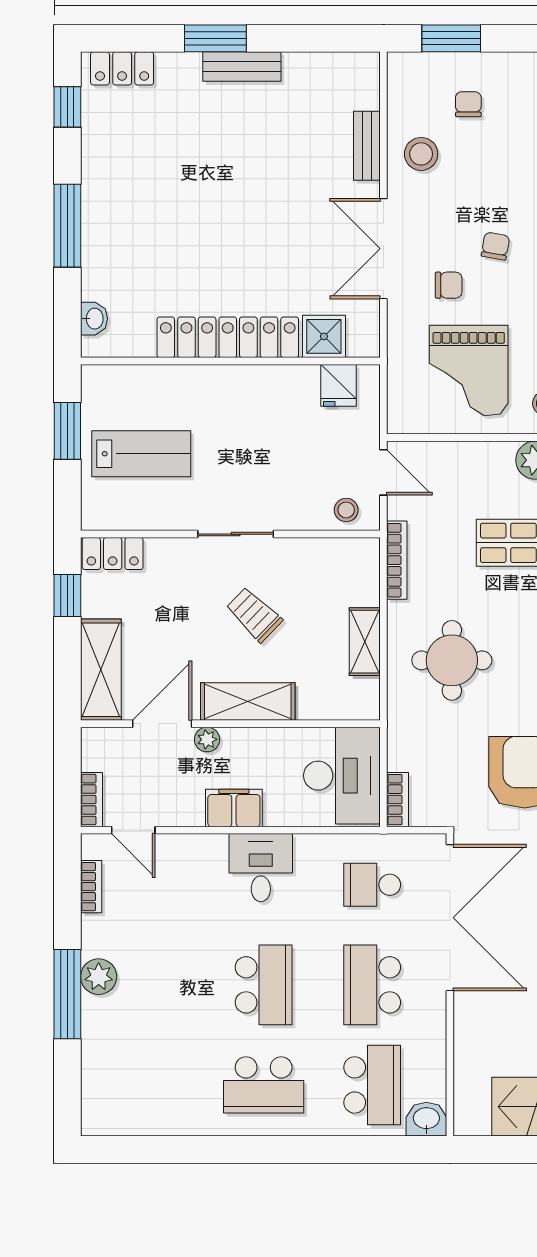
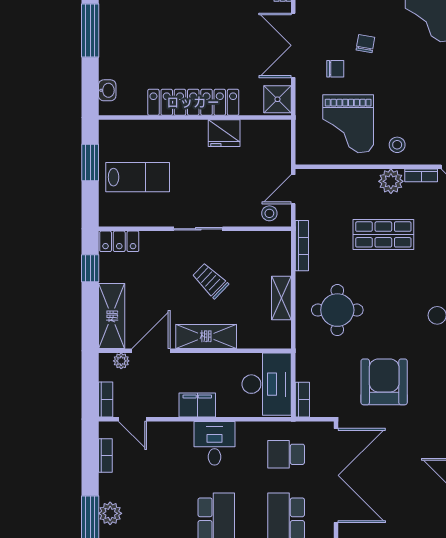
shower: (324, 336) -> (277, 99), moved
fridge: (338, 385) -> (224, 133), moved, width x1.38
door: (383, 472) -> (293, 189), swing flipped
plant: (207, 739) -> (121, 361), moved

